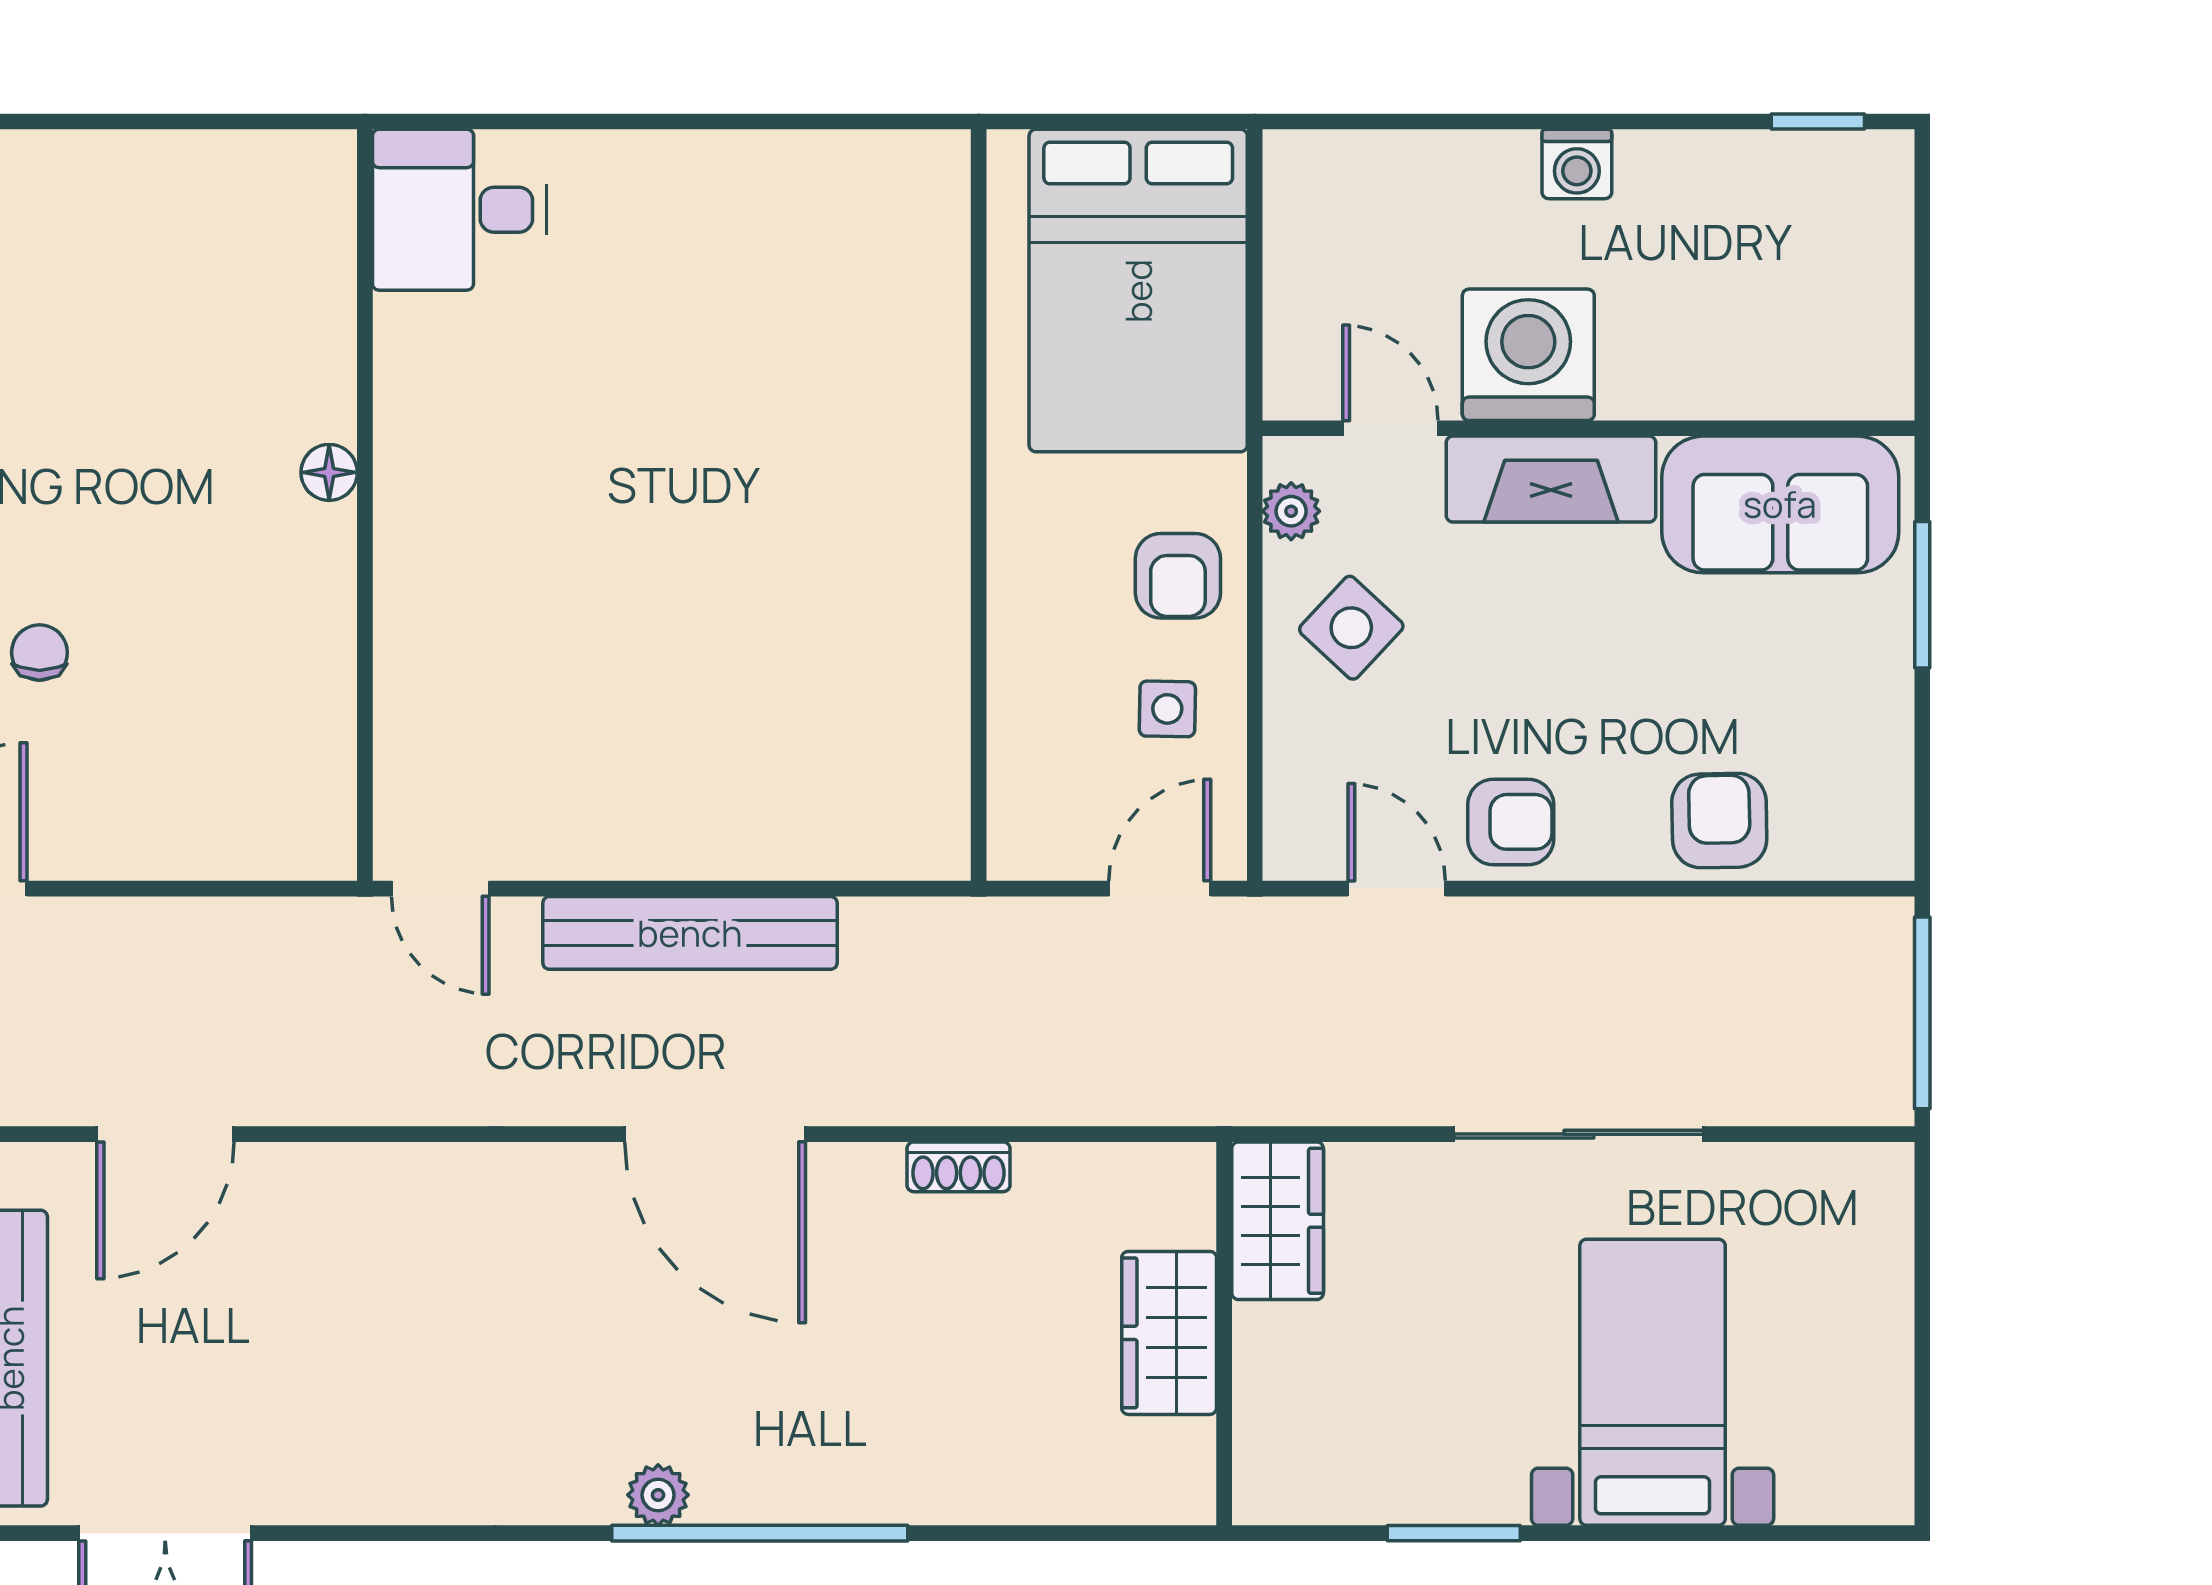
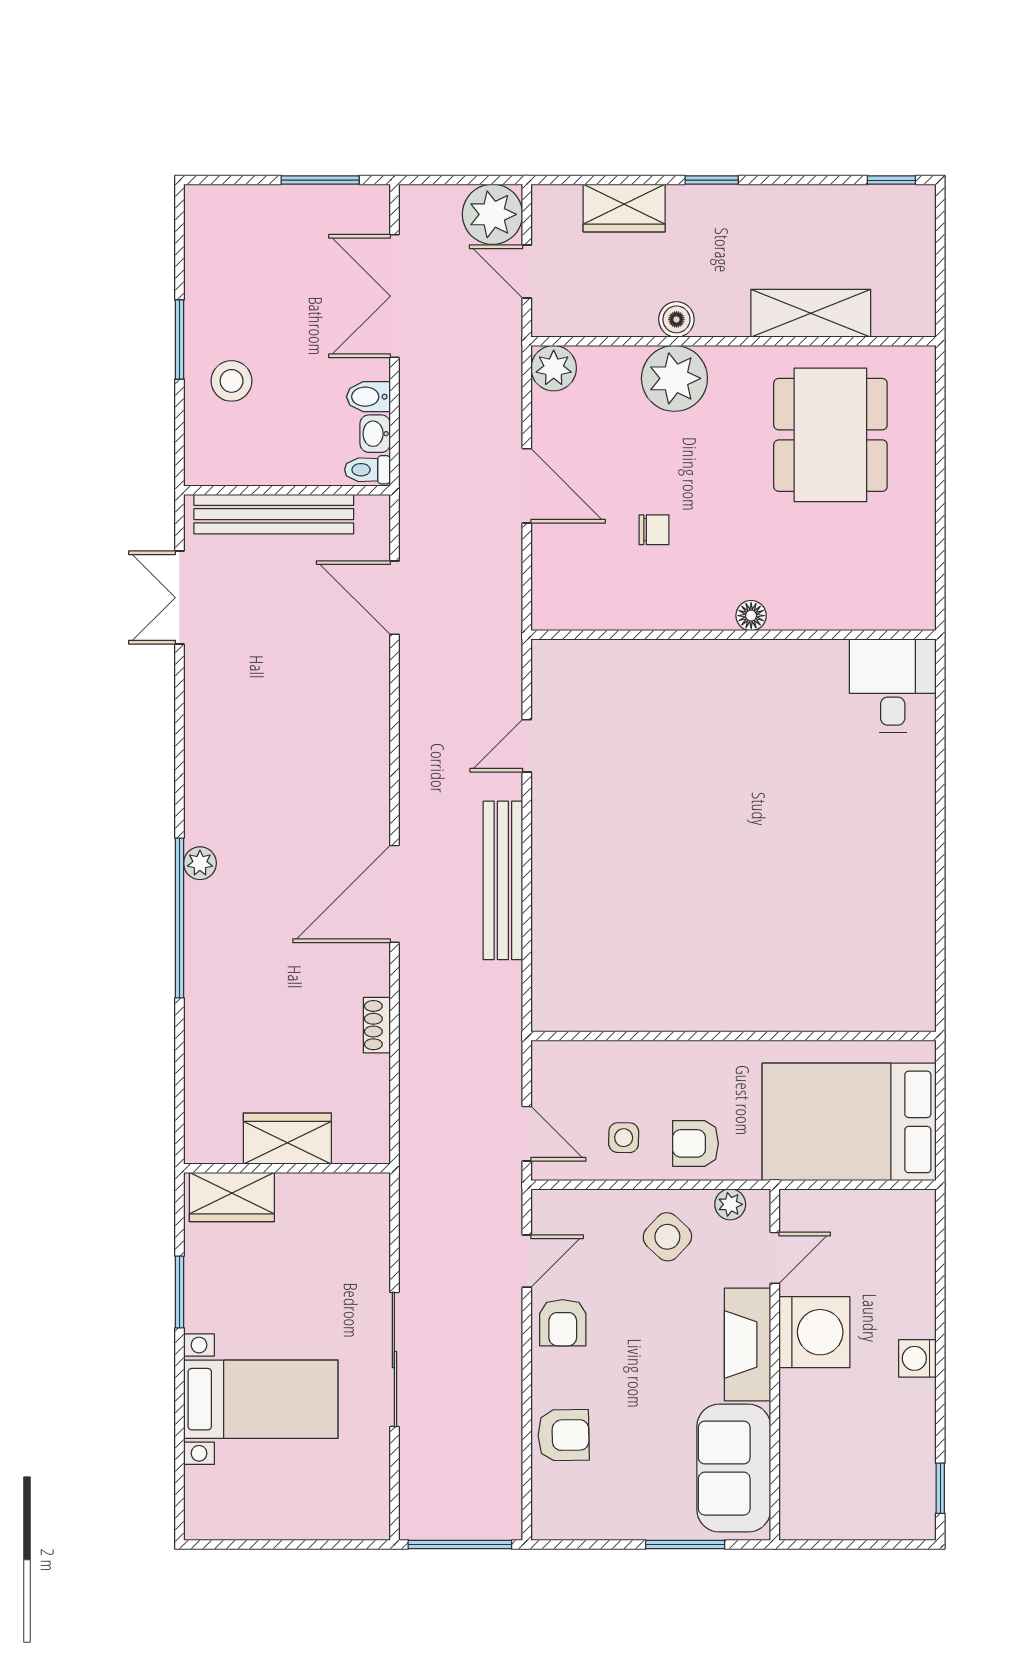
desk: (459, 210) -> (893, 686), moved
floor lamp: (329, 472) -> (751, 616), moved
wall: (365, 505) -> (734, 635), moved
wardrobe: (1278, 1221) -> (232, 1197), moved

